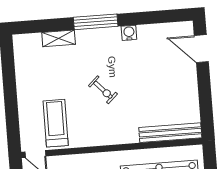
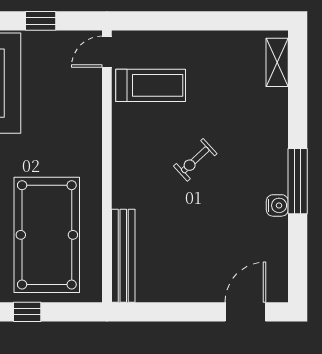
window: (96, 22) -> (298, 181), moved
shelving: (59, 38) -> (277, 62), moved

